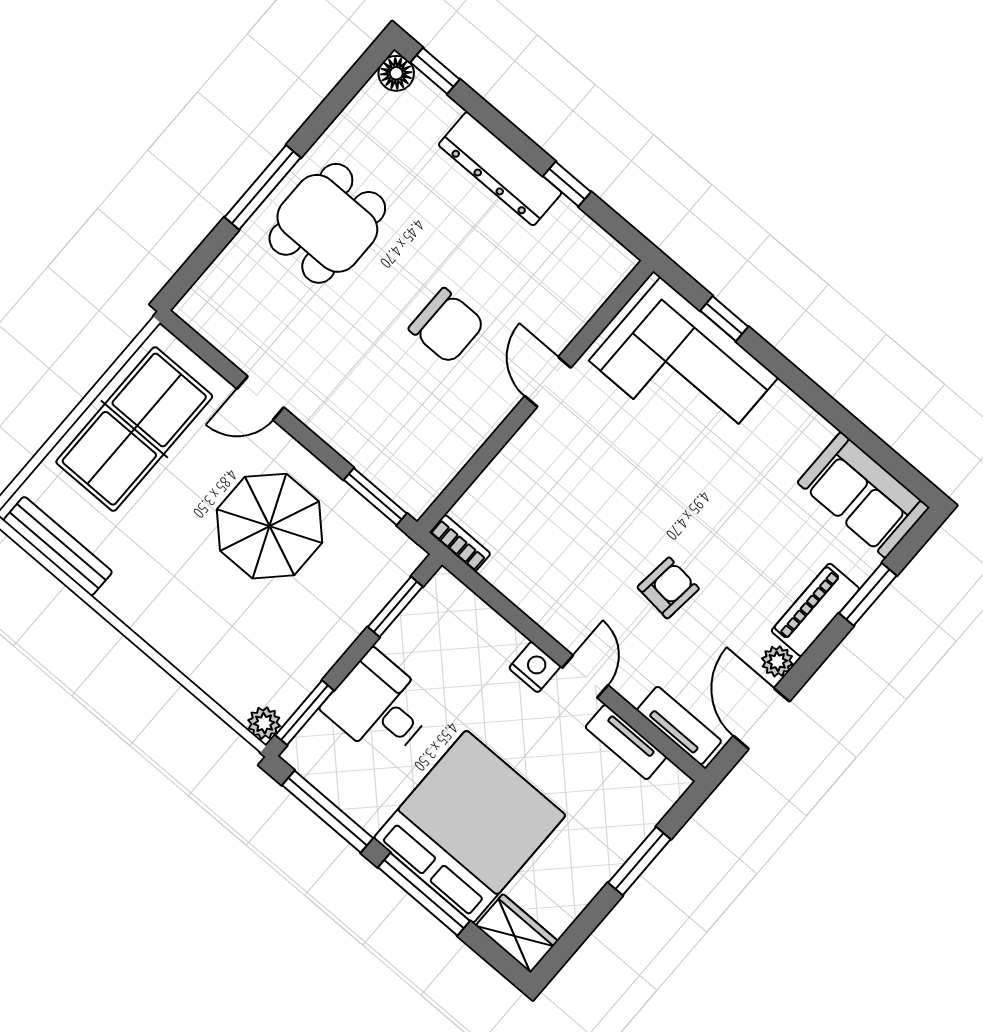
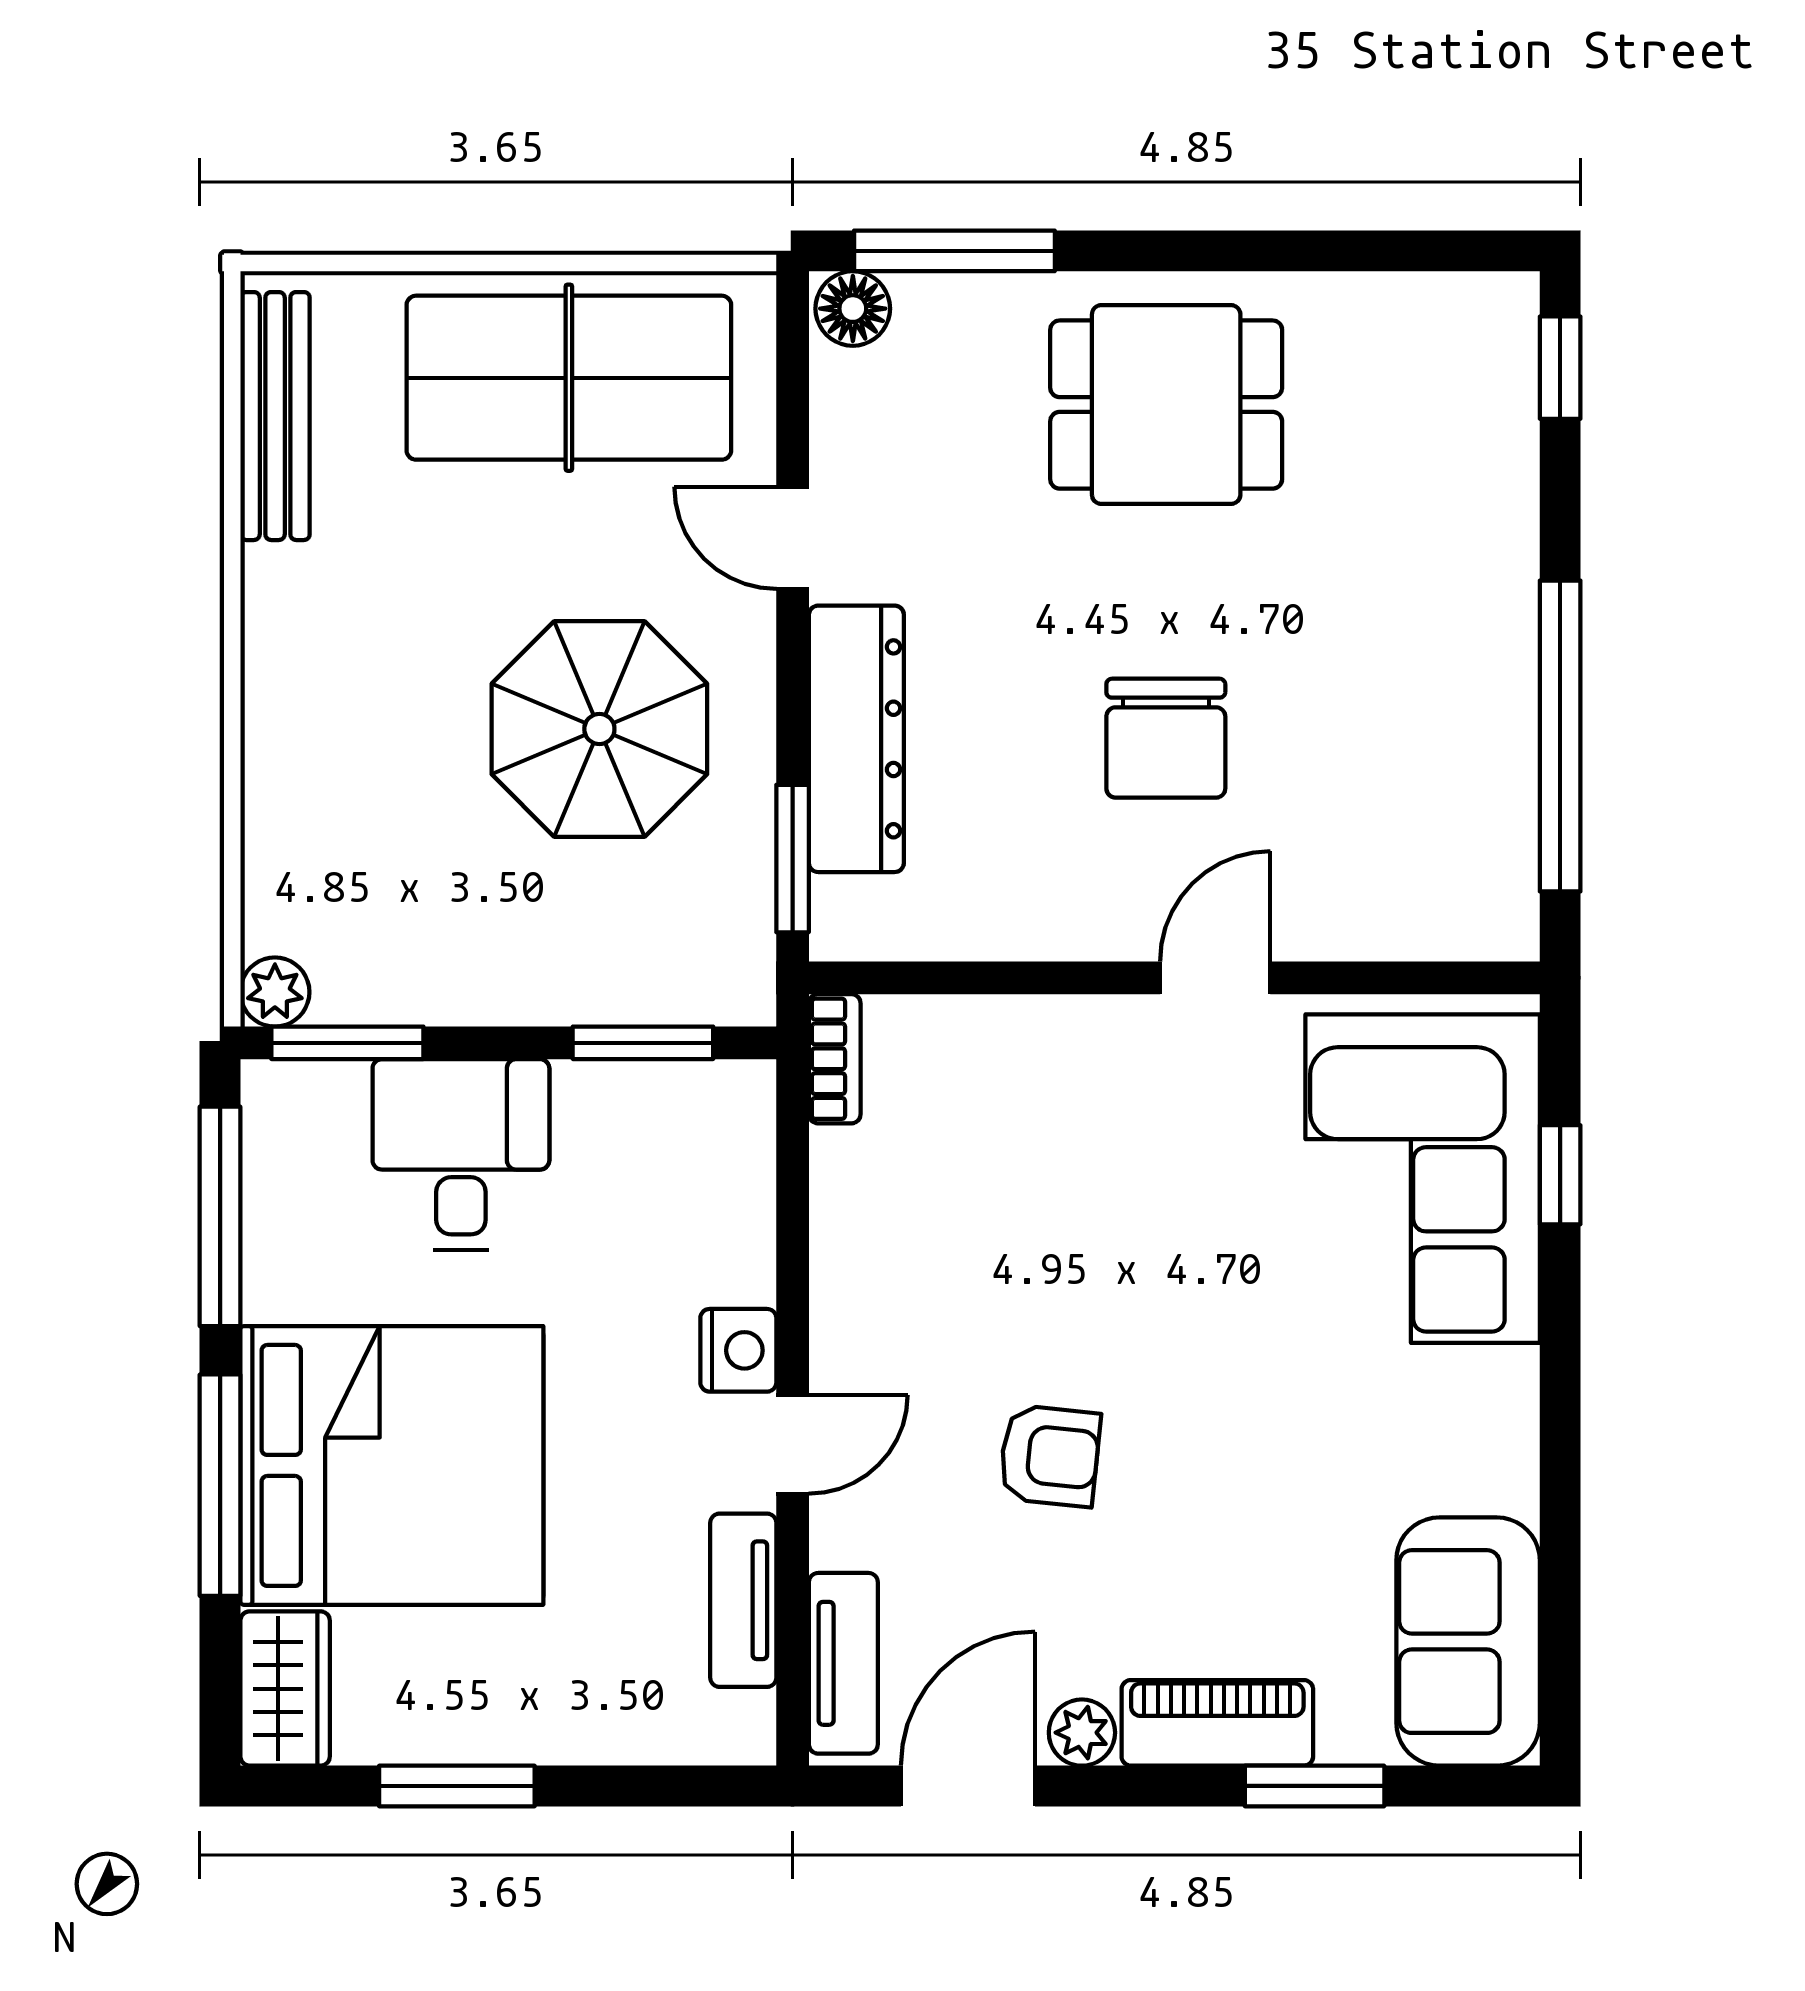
floor lamp: (396, 73) -> (853, 309), moved
dresser: (500, 169) -> (856, 739), moved, turned 180
window: (567, 184) -> (1560, 736), width x3.17
window: (263, 187) -> (954, 251), moved
window: (639, 861) -> (457, 1786), moved

